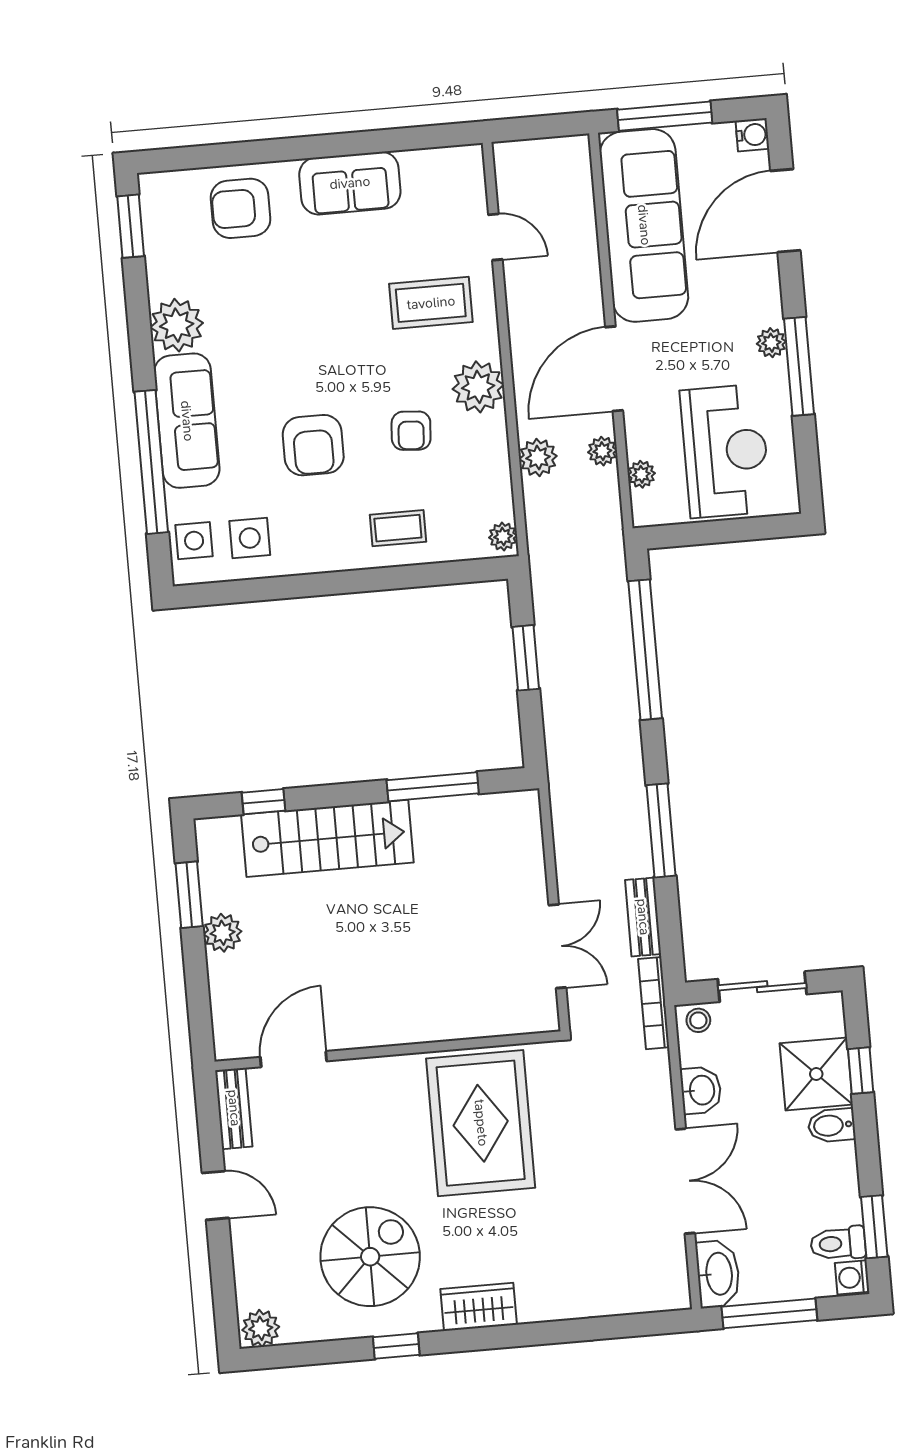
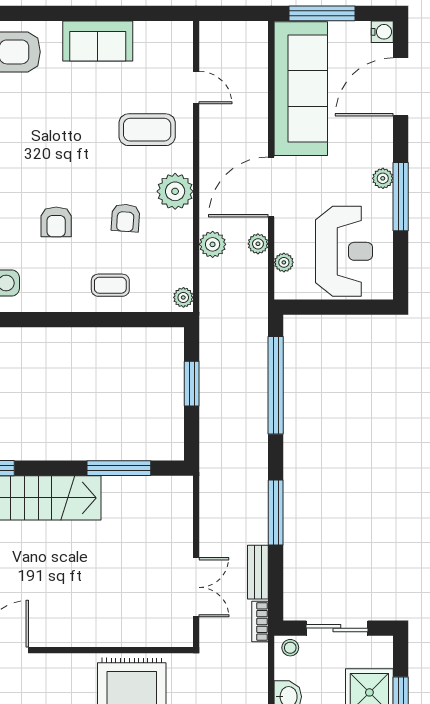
armchair: (313, 445) -> (56, 222), width x0.72, depth x0.72
bookcase: (654, 1003) -> (260, 621), width x0.64

